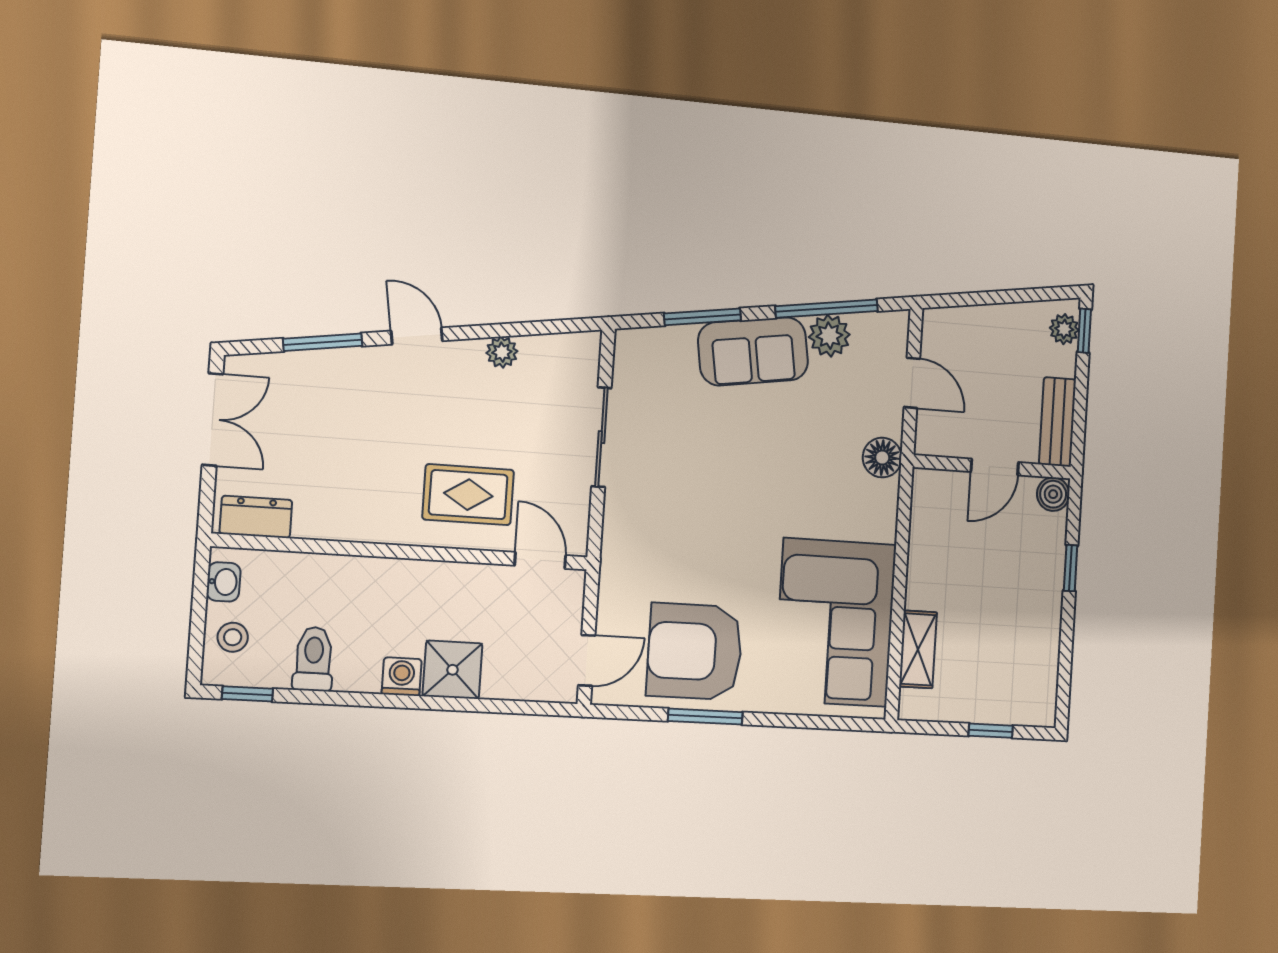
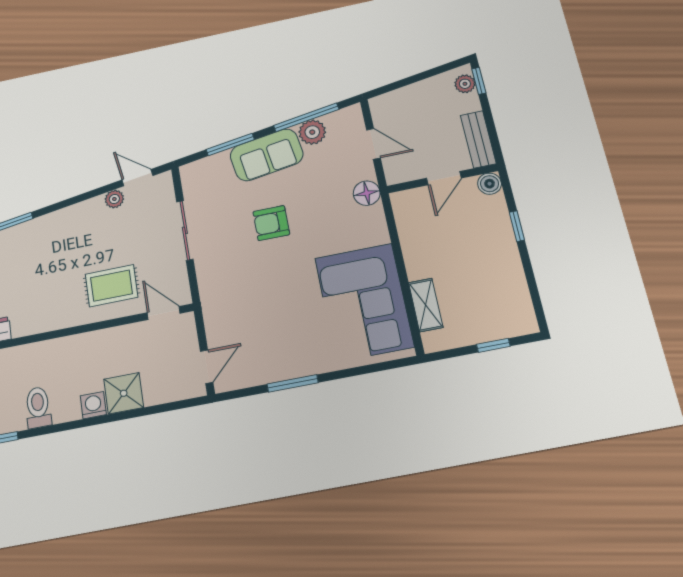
door: (417, 336) -> (137, 178), moved
armchair: (695, 652) -> (271, 223), moved, width x0.53, depth x0.53

